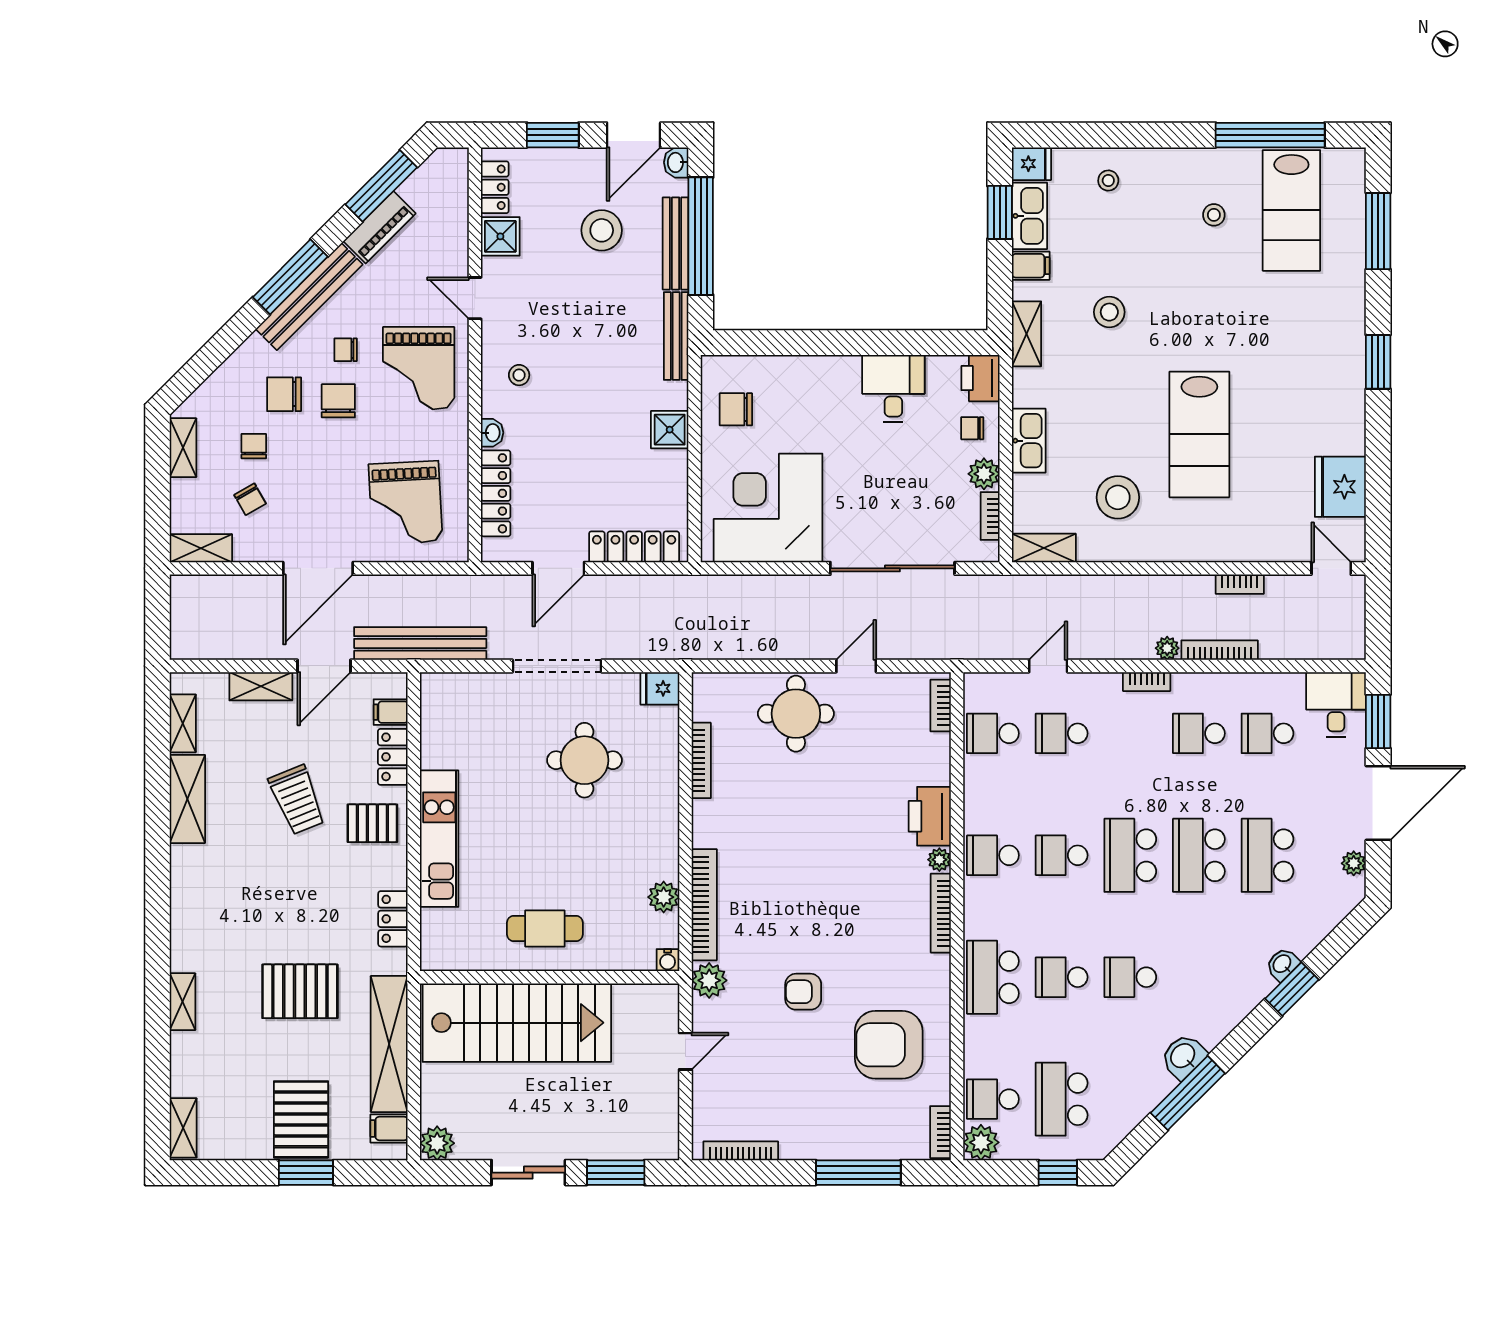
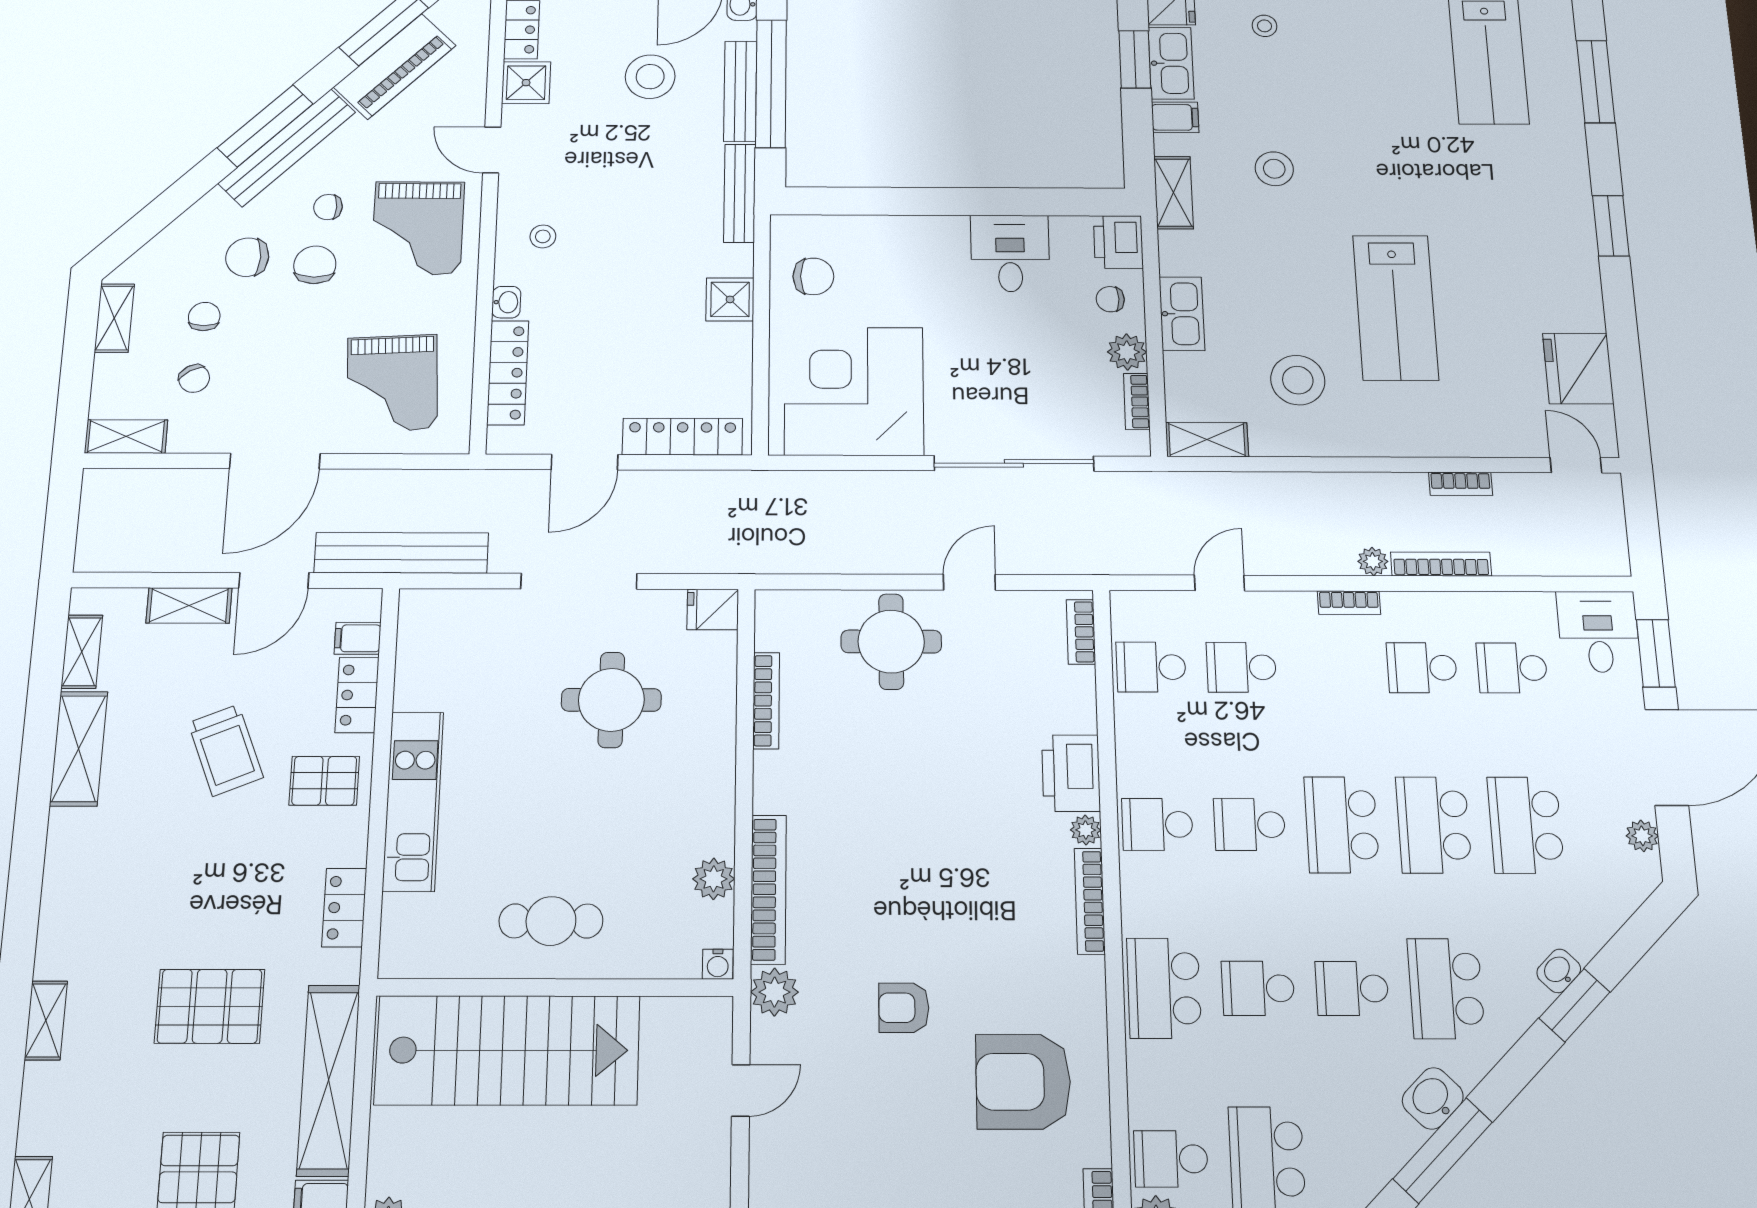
stool: (1214, 215) -> (1395, 63), removed
piano: (380, 227) -> (395, 66), width x1.37, depth x1.33
chair: (736, 409) -> (813, 276), turned 180
school desk: (1199, 977) -> (1446, 989), added

